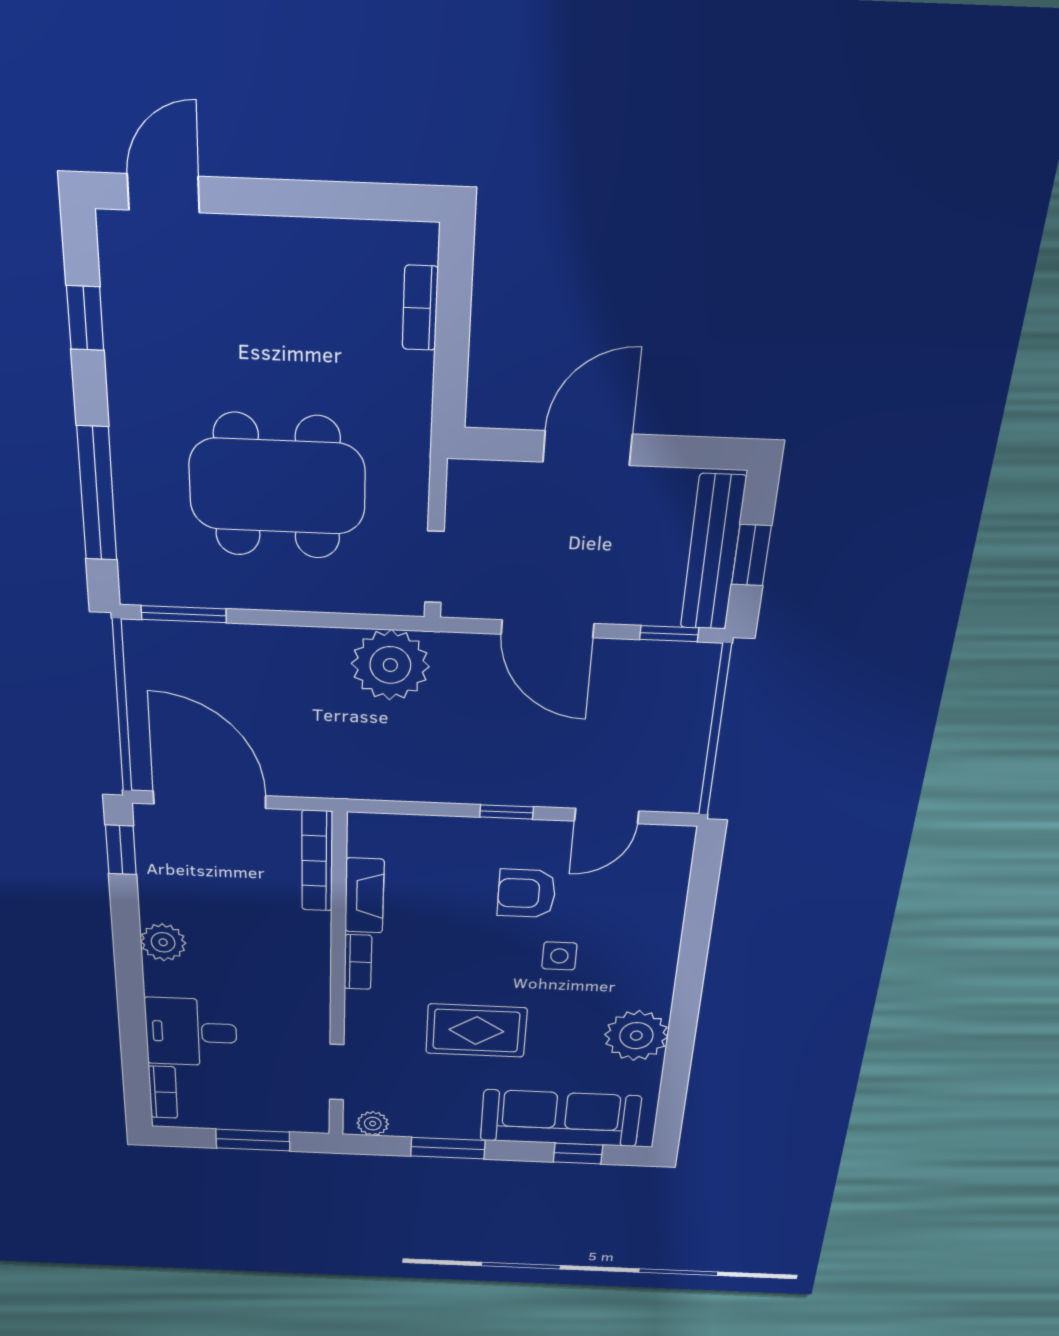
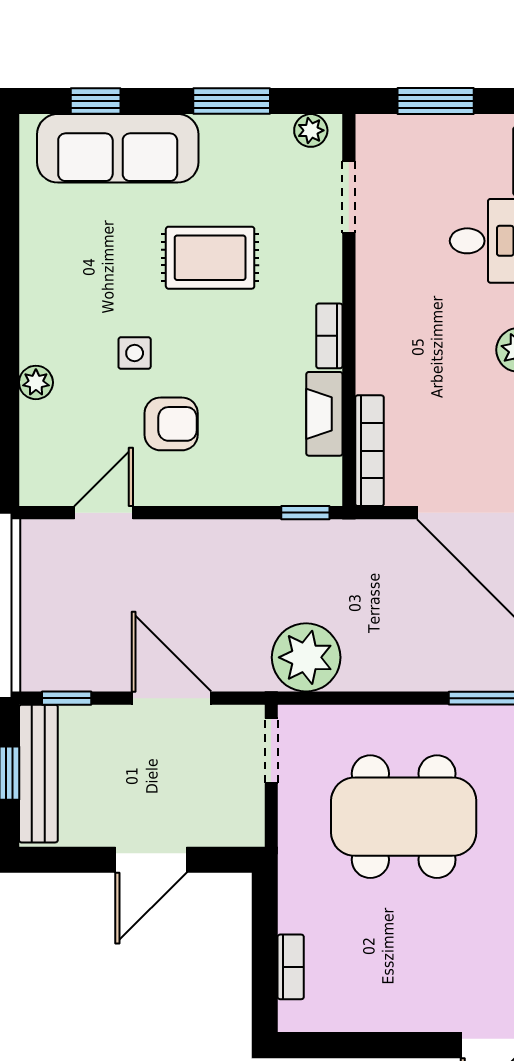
window: (507, 812) -> (305, 513), moved
plant: (636, 1036) -> (36, 382), moved, width x0.53, depth x0.53

